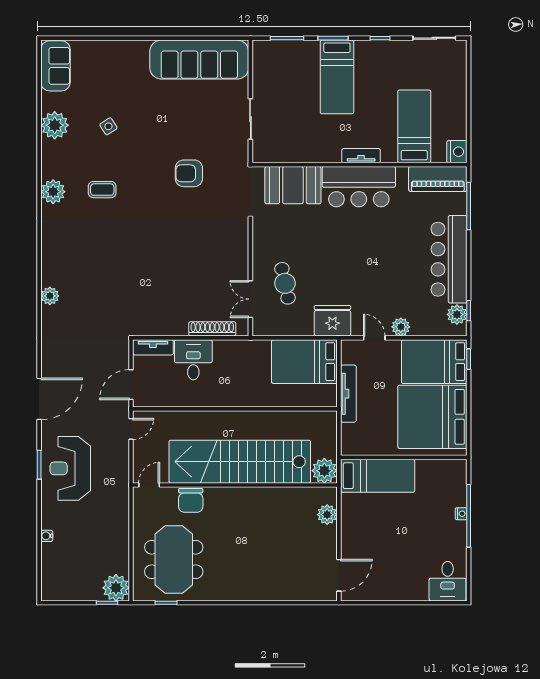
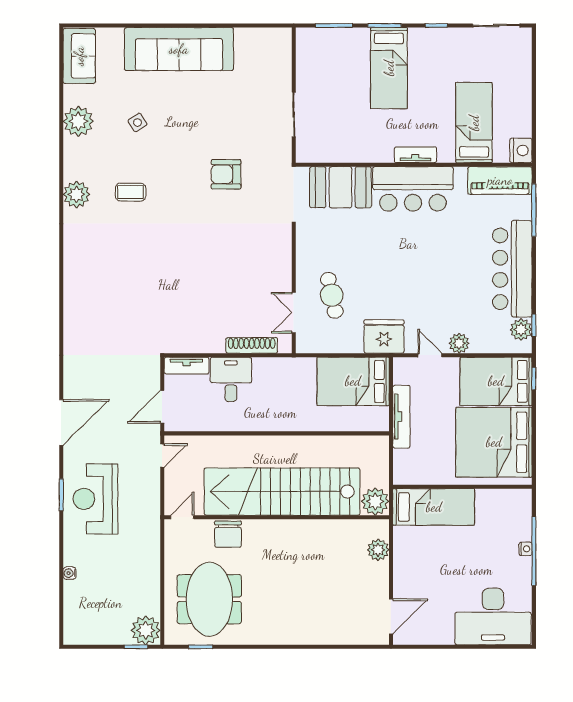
sofa: (199, 60) -> (179, 49), moved
plant: (50, 296) -> (73, 309), removed
desk: (448, 581) -> (493, 617), width x1.87, depth x1.30

